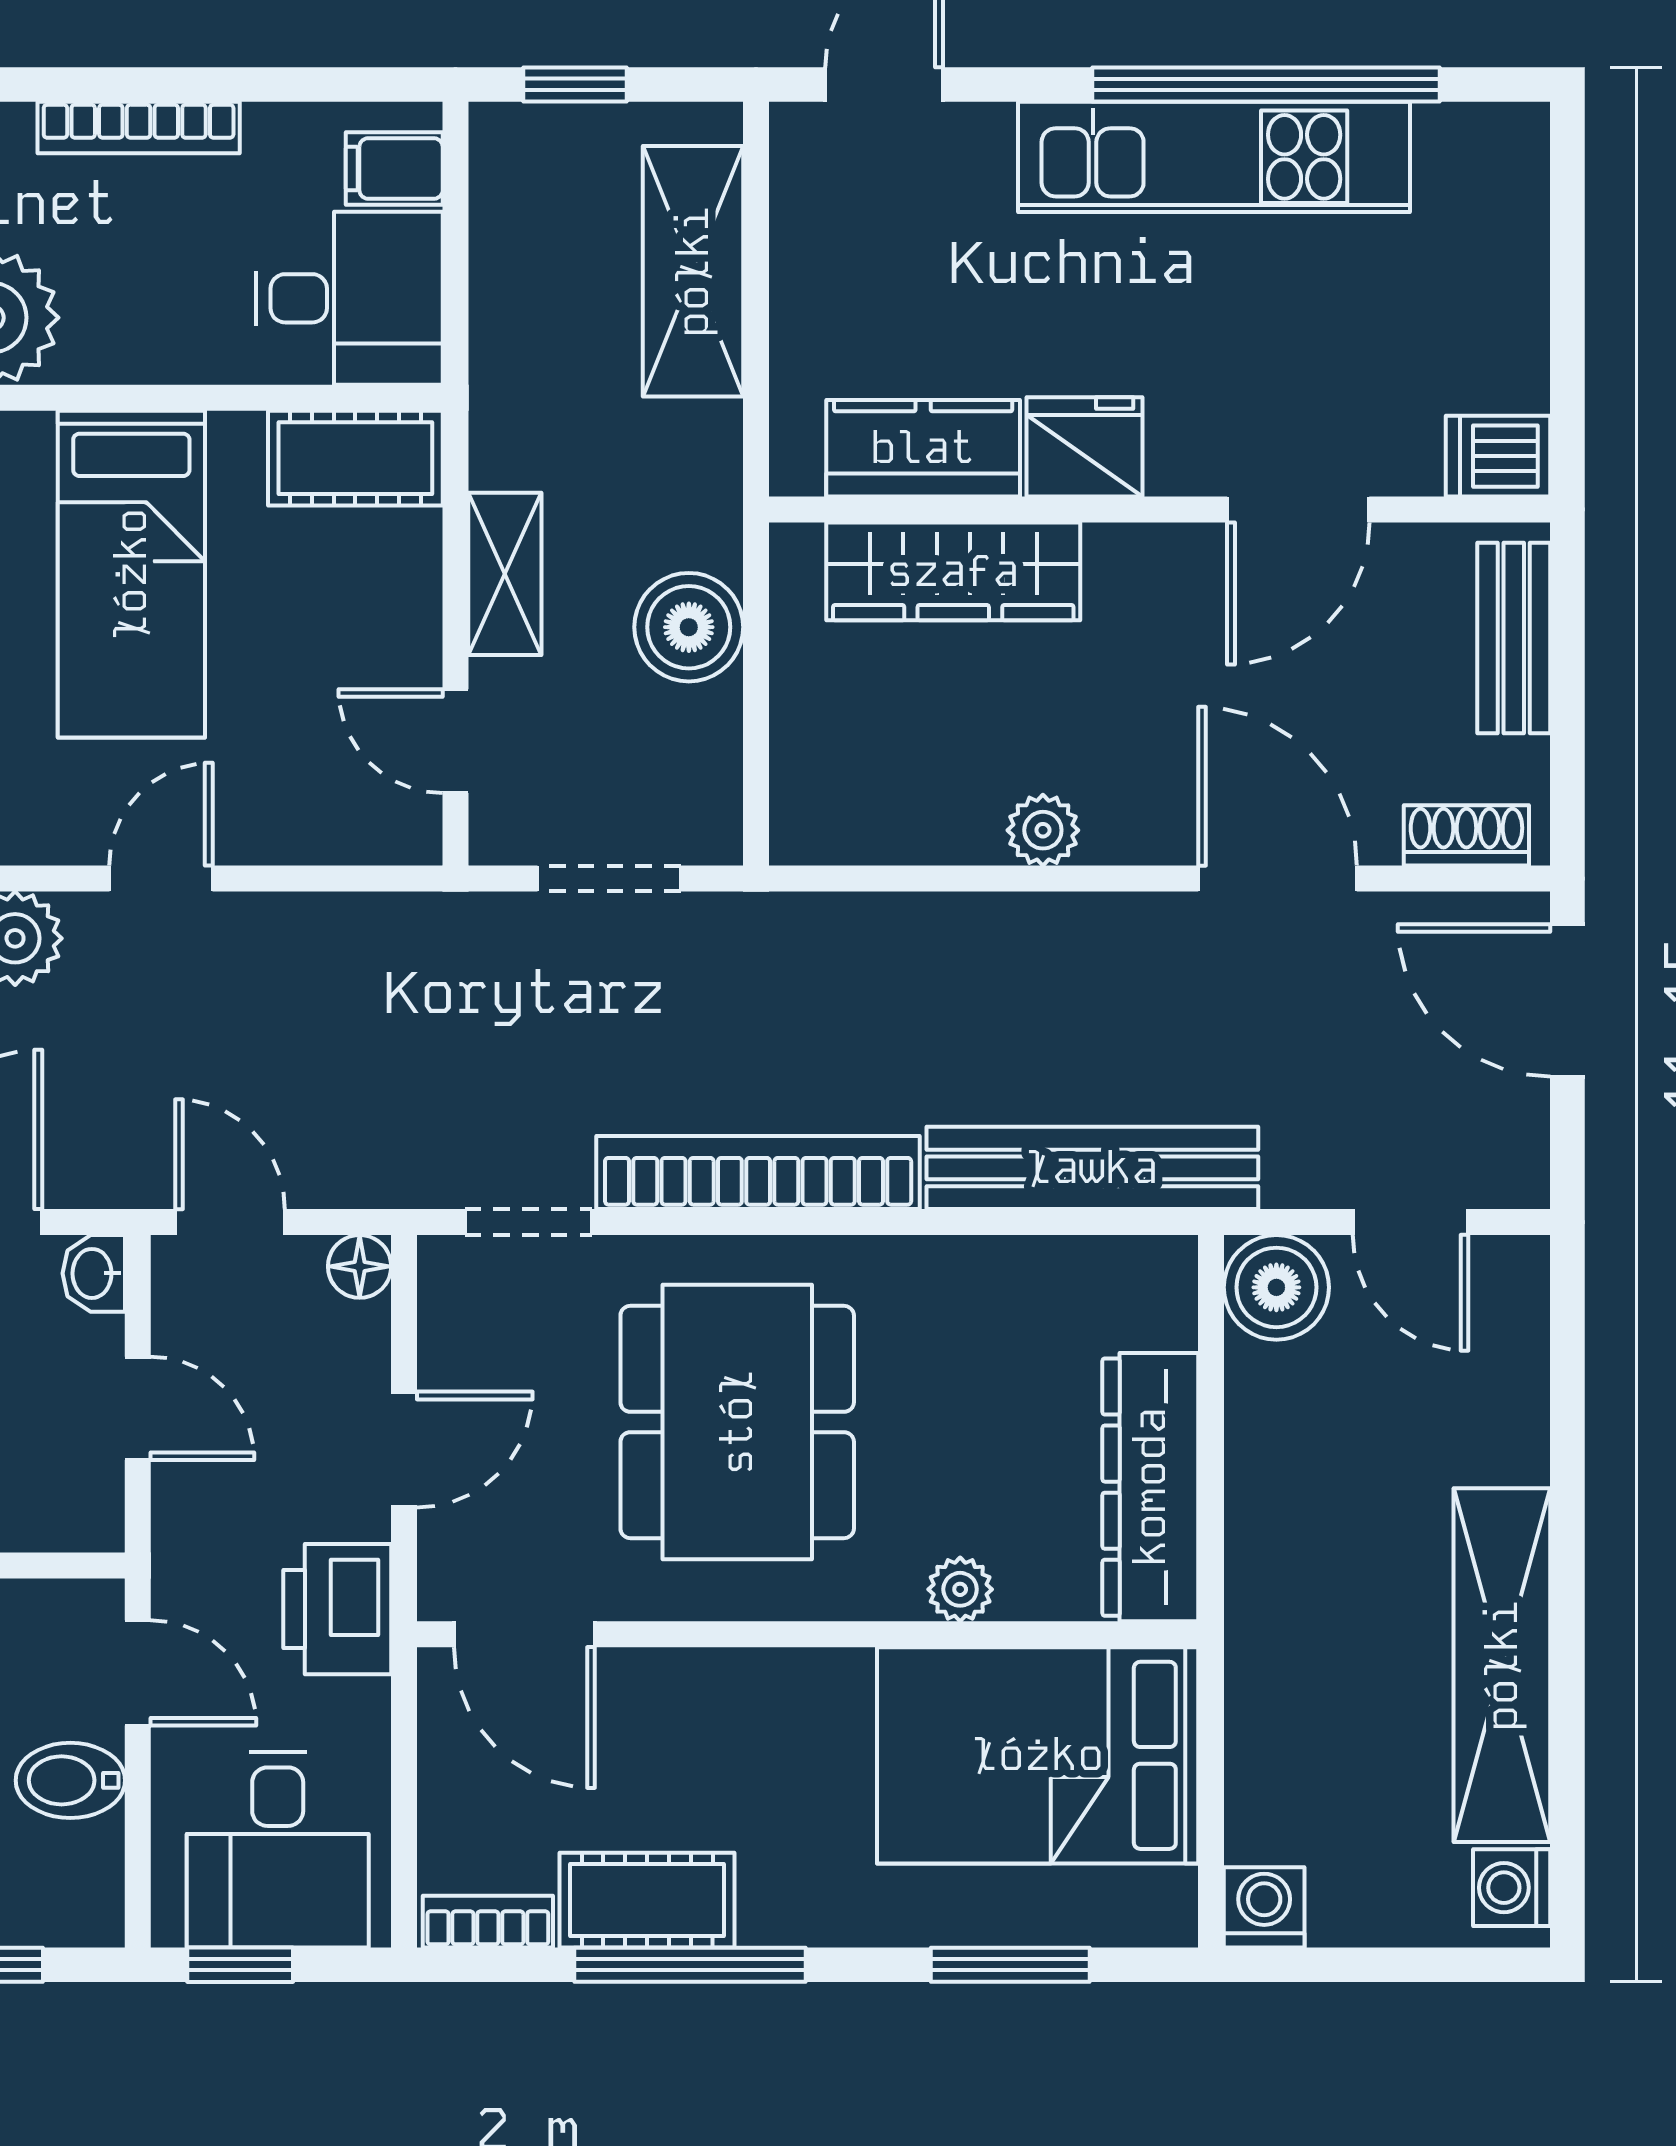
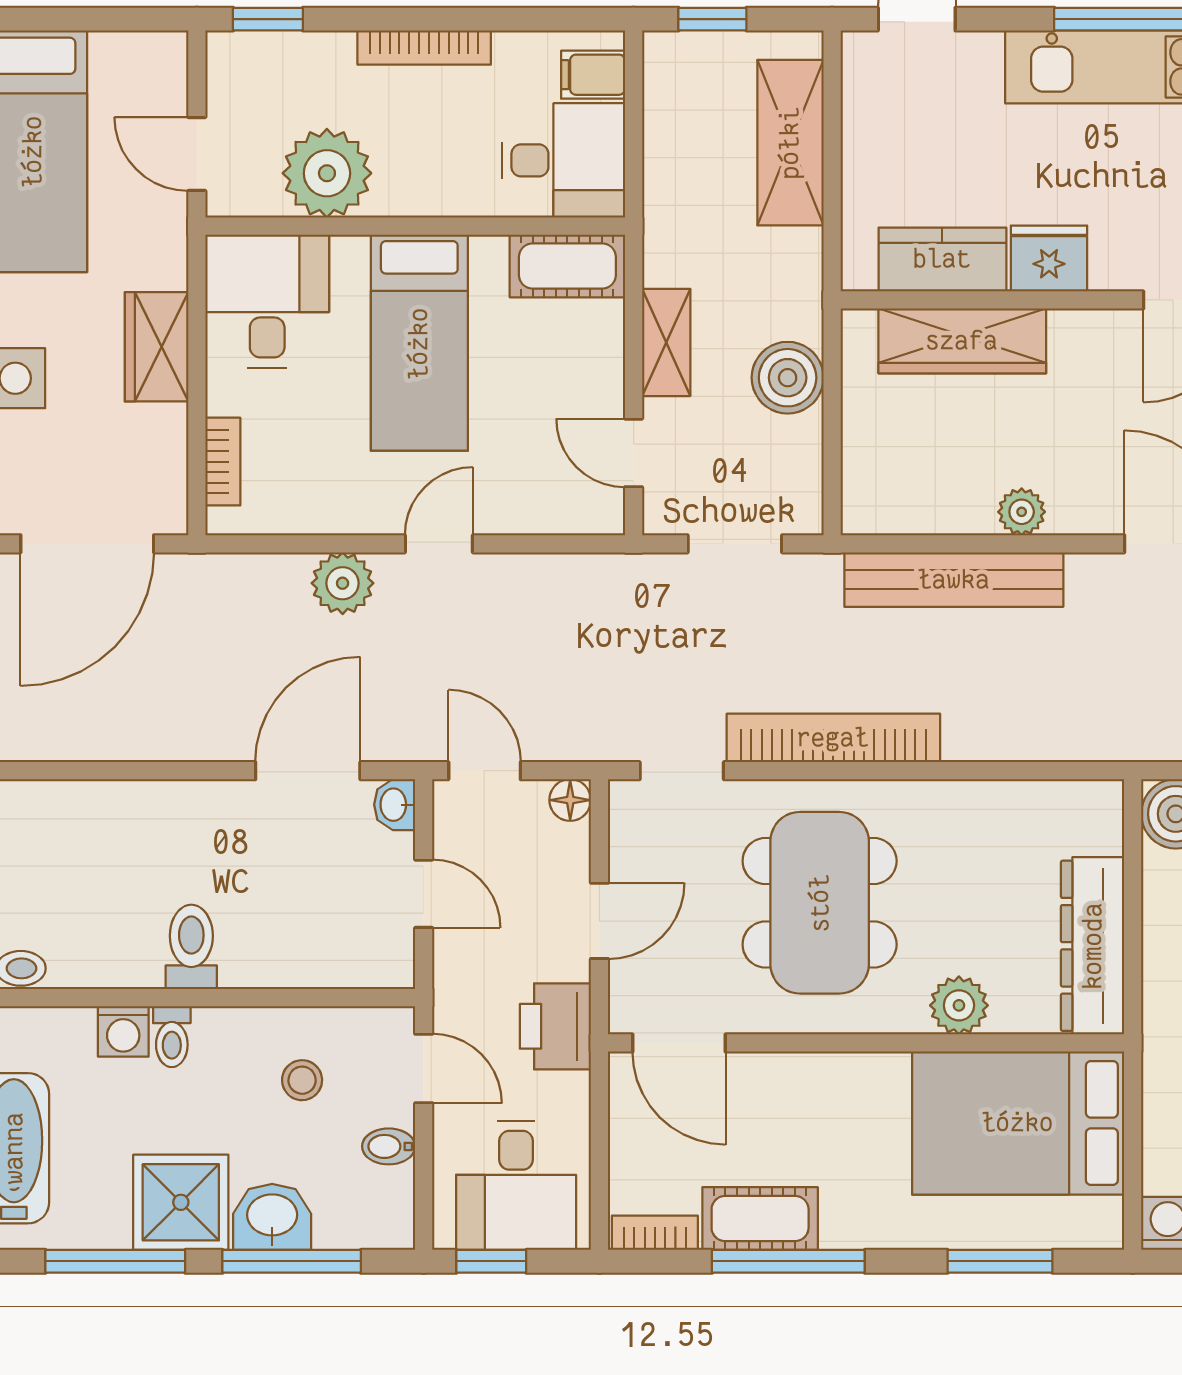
bench: (1092, 1168) -> (954, 580), moved
plant: (960, 1589) -> (959, 1005), width x1.38, depth x1.38
bidet: (70, 1780) -> (389, 1146), width x0.72, depth x0.74

